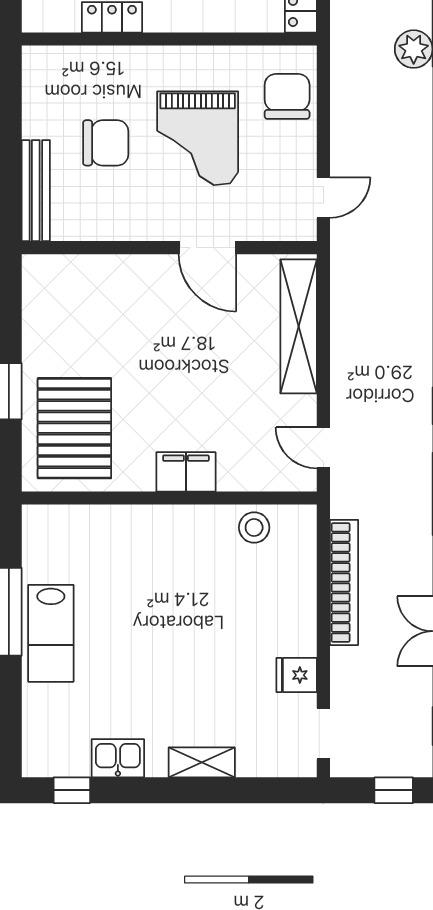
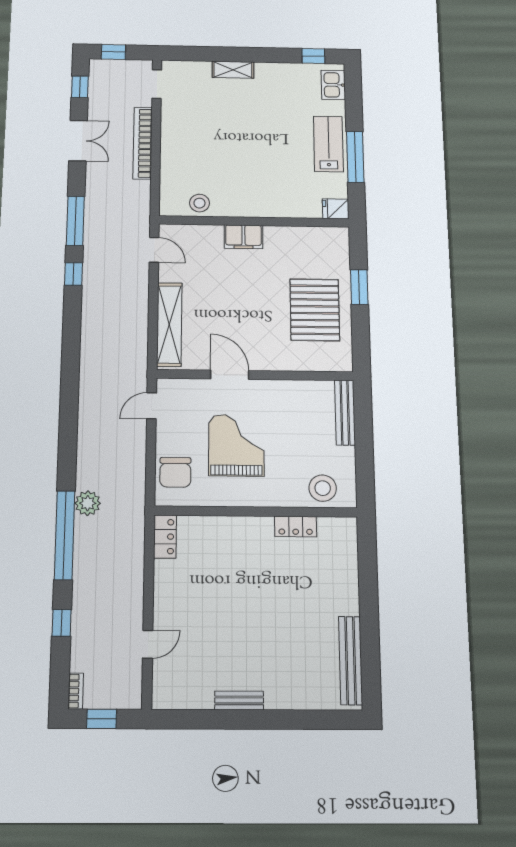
stool: (71, 75) -> (323, 488), added
chair: (106, 143) -> (299, 443), removed
pallet: (74, 428) -> (315, 310), moved
bookcase: (344, 582) -> (143, 143), moved
fridge: (297, 675) -> (336, 209), moved, turned 180
kitchen sink: (118, 758) -> (333, 85), moved, turned 90

